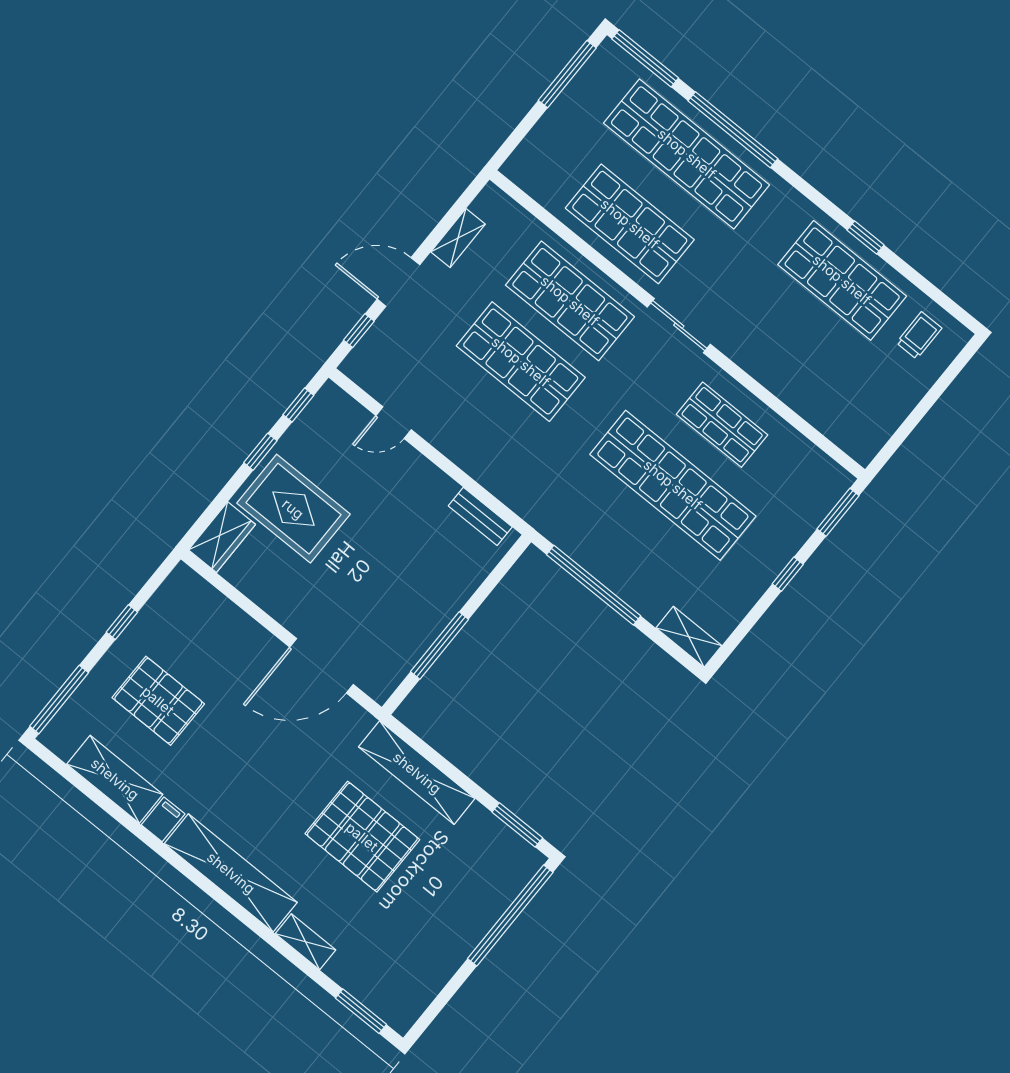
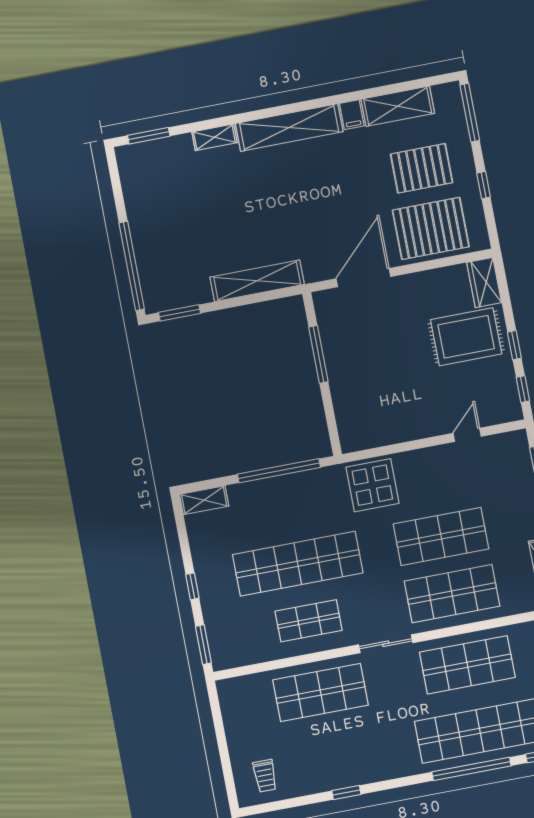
shop shelf: (842, 280) -> (321, 693), moved
display table: (527, 476) -> (372, 485), added
bench: (480, 516) -> (372, 439), removed
pallet: (362, 837) -> (431, 228), moved

